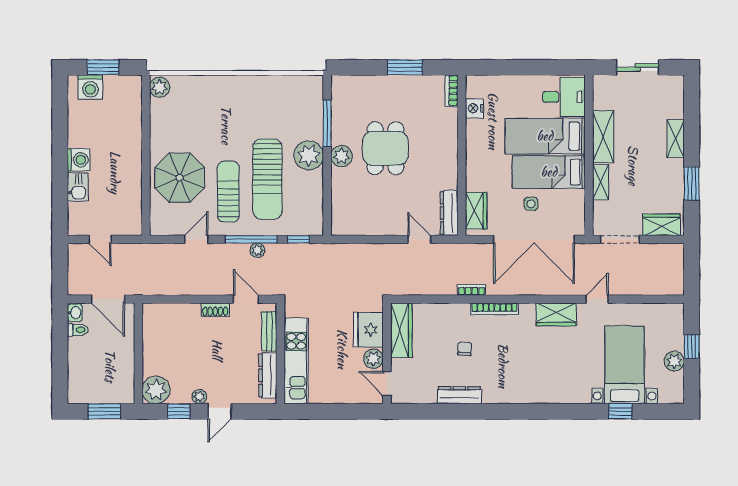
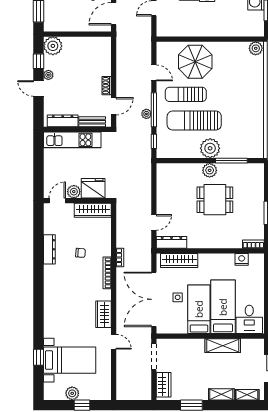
shelving: (601, 182) -> (247, 395), moved
sun lounger: (228, 192) -> (186, 94), turned 180
wardrobe: (476, 211) -> (179, 261), width x1.50

